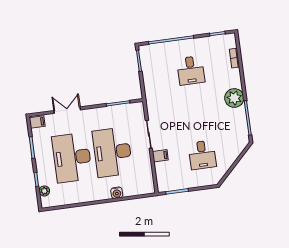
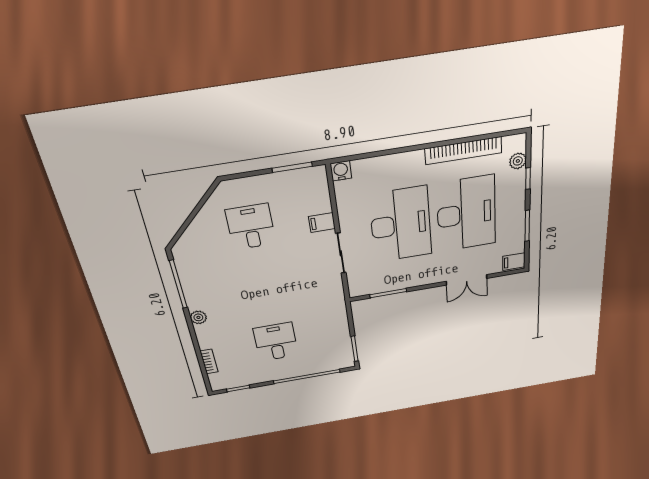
plant: (234, 98) -> (198, 317), width x0.53, depth x0.53
water cooler: (117, 193) -> (341, 171), moved
bookcase: (78, 198) -> (463, 151), added

